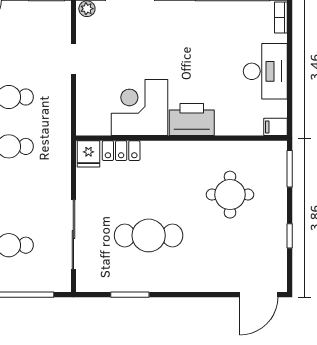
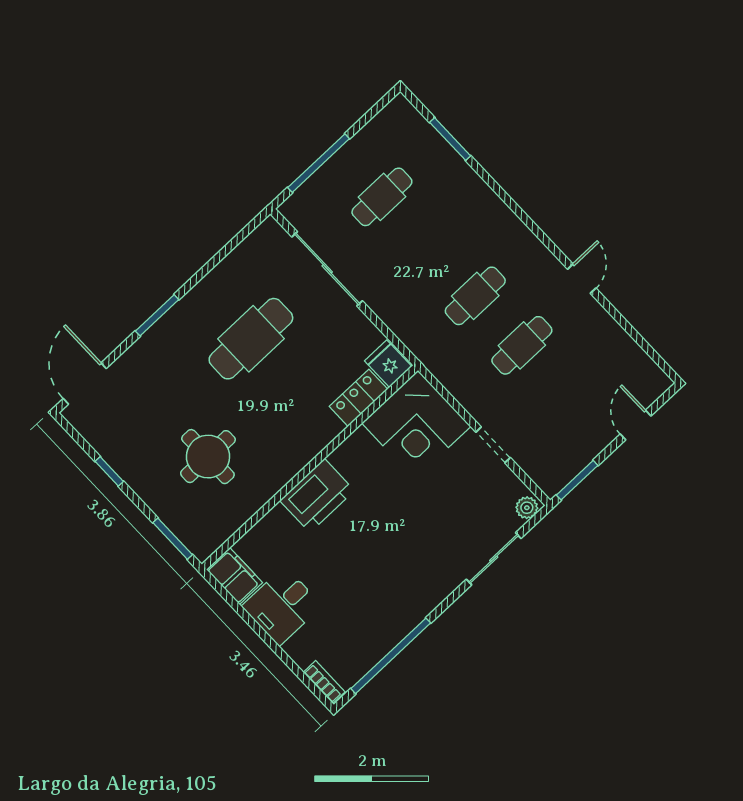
desk: (265, 71) -> (282, 606), width x0.73
corner desk: (140, 108) -> (416, 425), moved, turned 90
filing cabinet: (275, 127) -> (235, 576), width x2.00
window: (130, 295) -> (157, 315), moved

